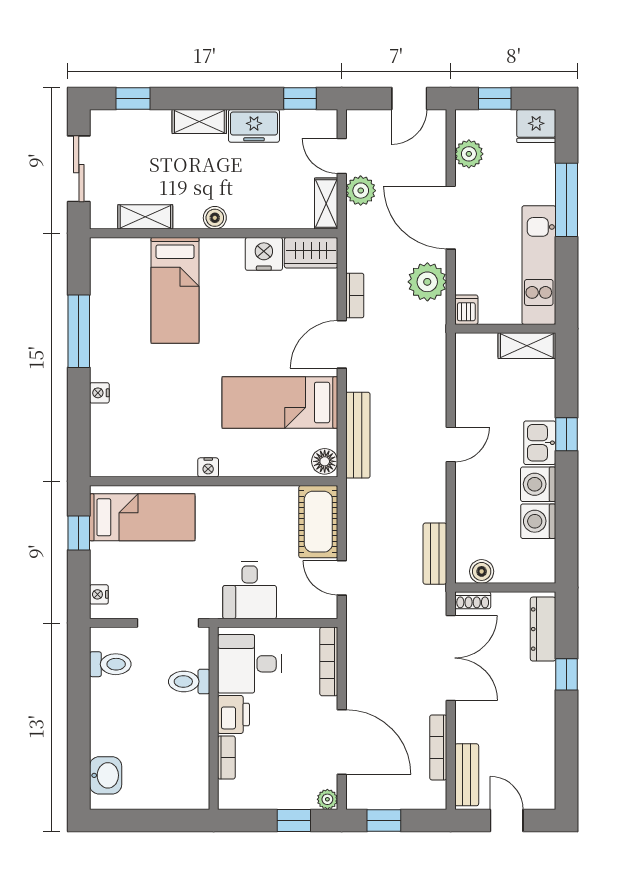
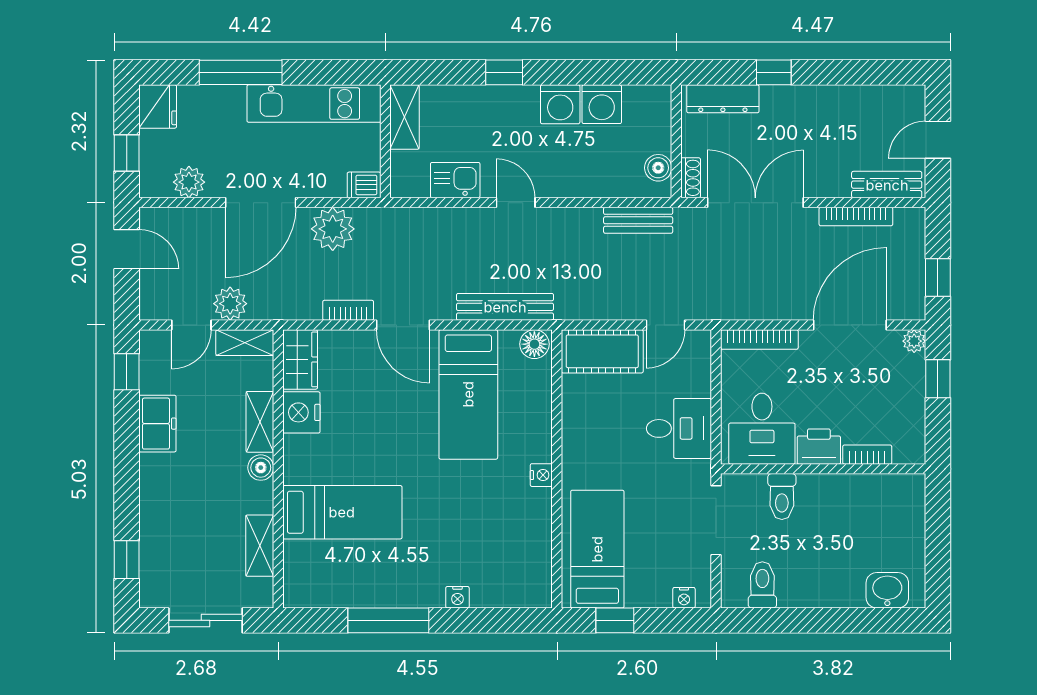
shelving: (199, 122) -> (260, 422), moved
kitchen sink: (540, 443) -> (455, 180), moved, turned 180

